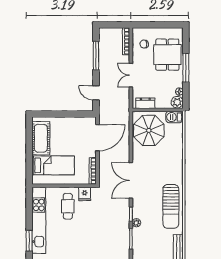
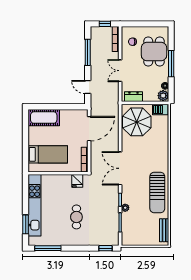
window: (114, 25) -> (105, 24), added
cot: (41, 138) -> (44, 118), moved, turned 90
cafe table: (68, 206) -> (76, 217), moved

